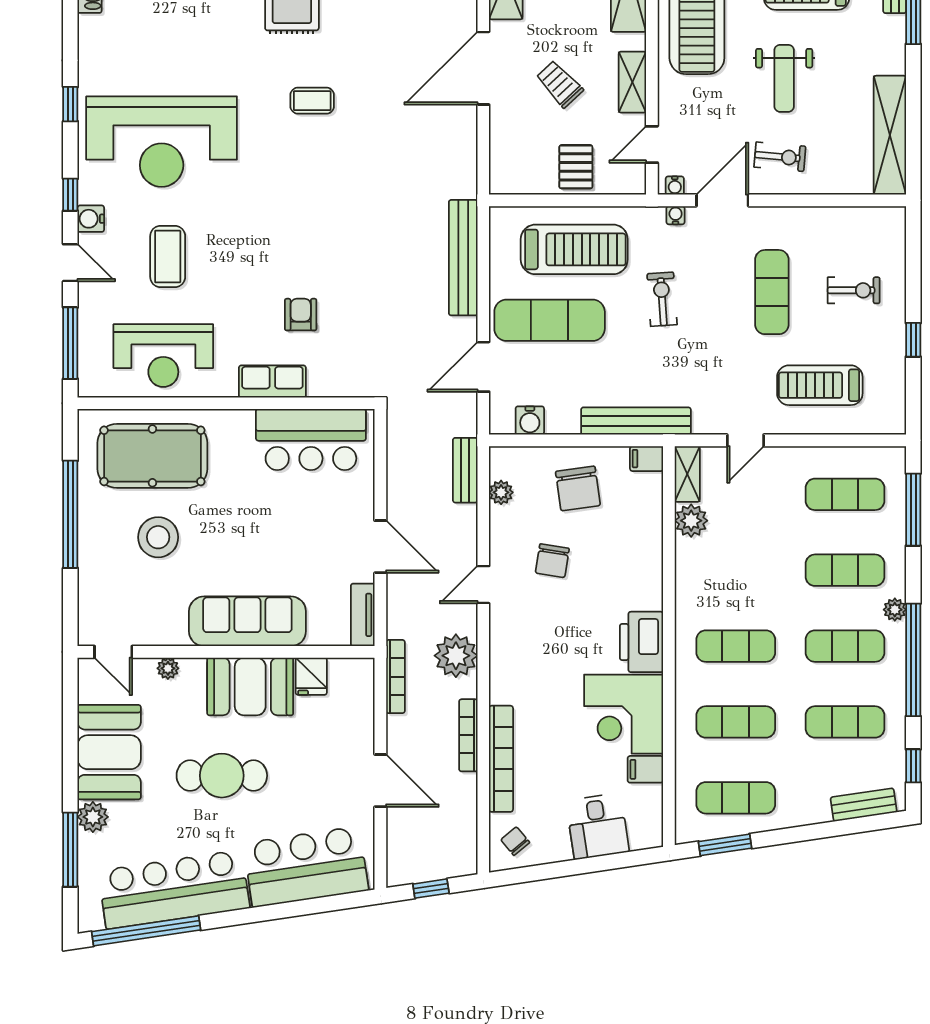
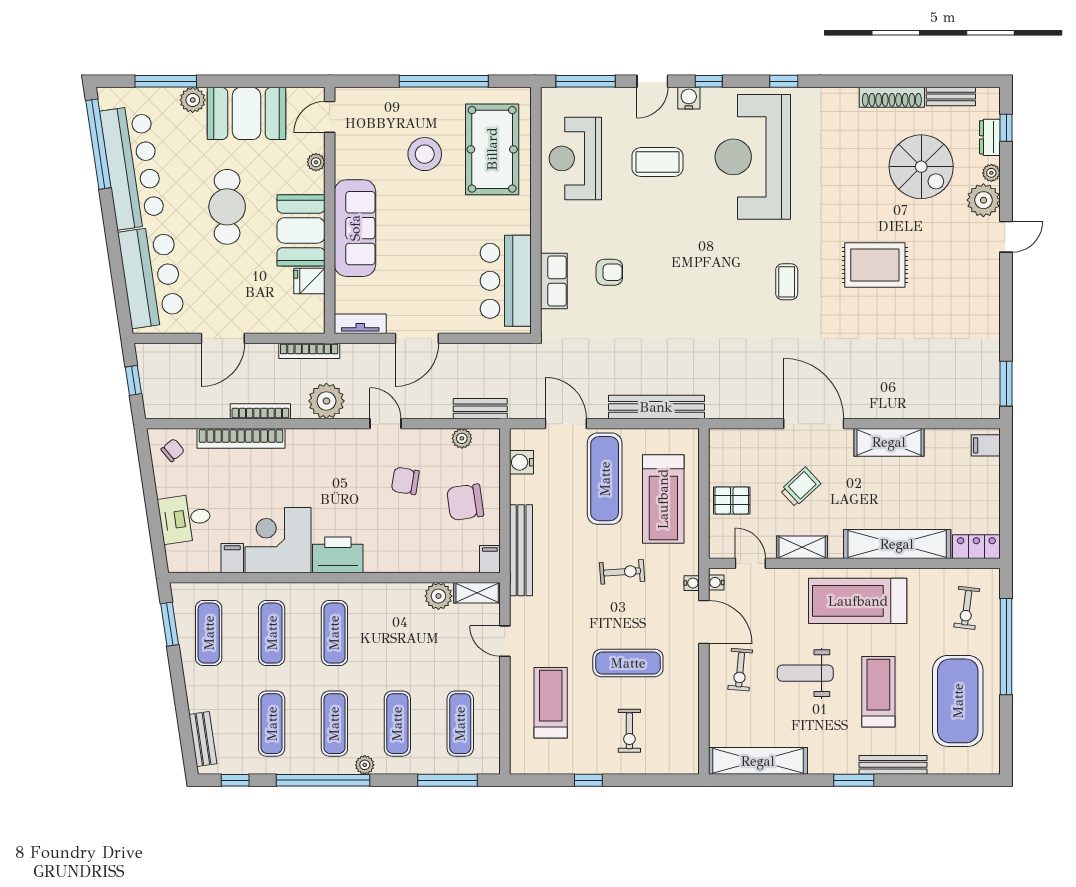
row of seats: (272, 381) -> (554, 281), moved

